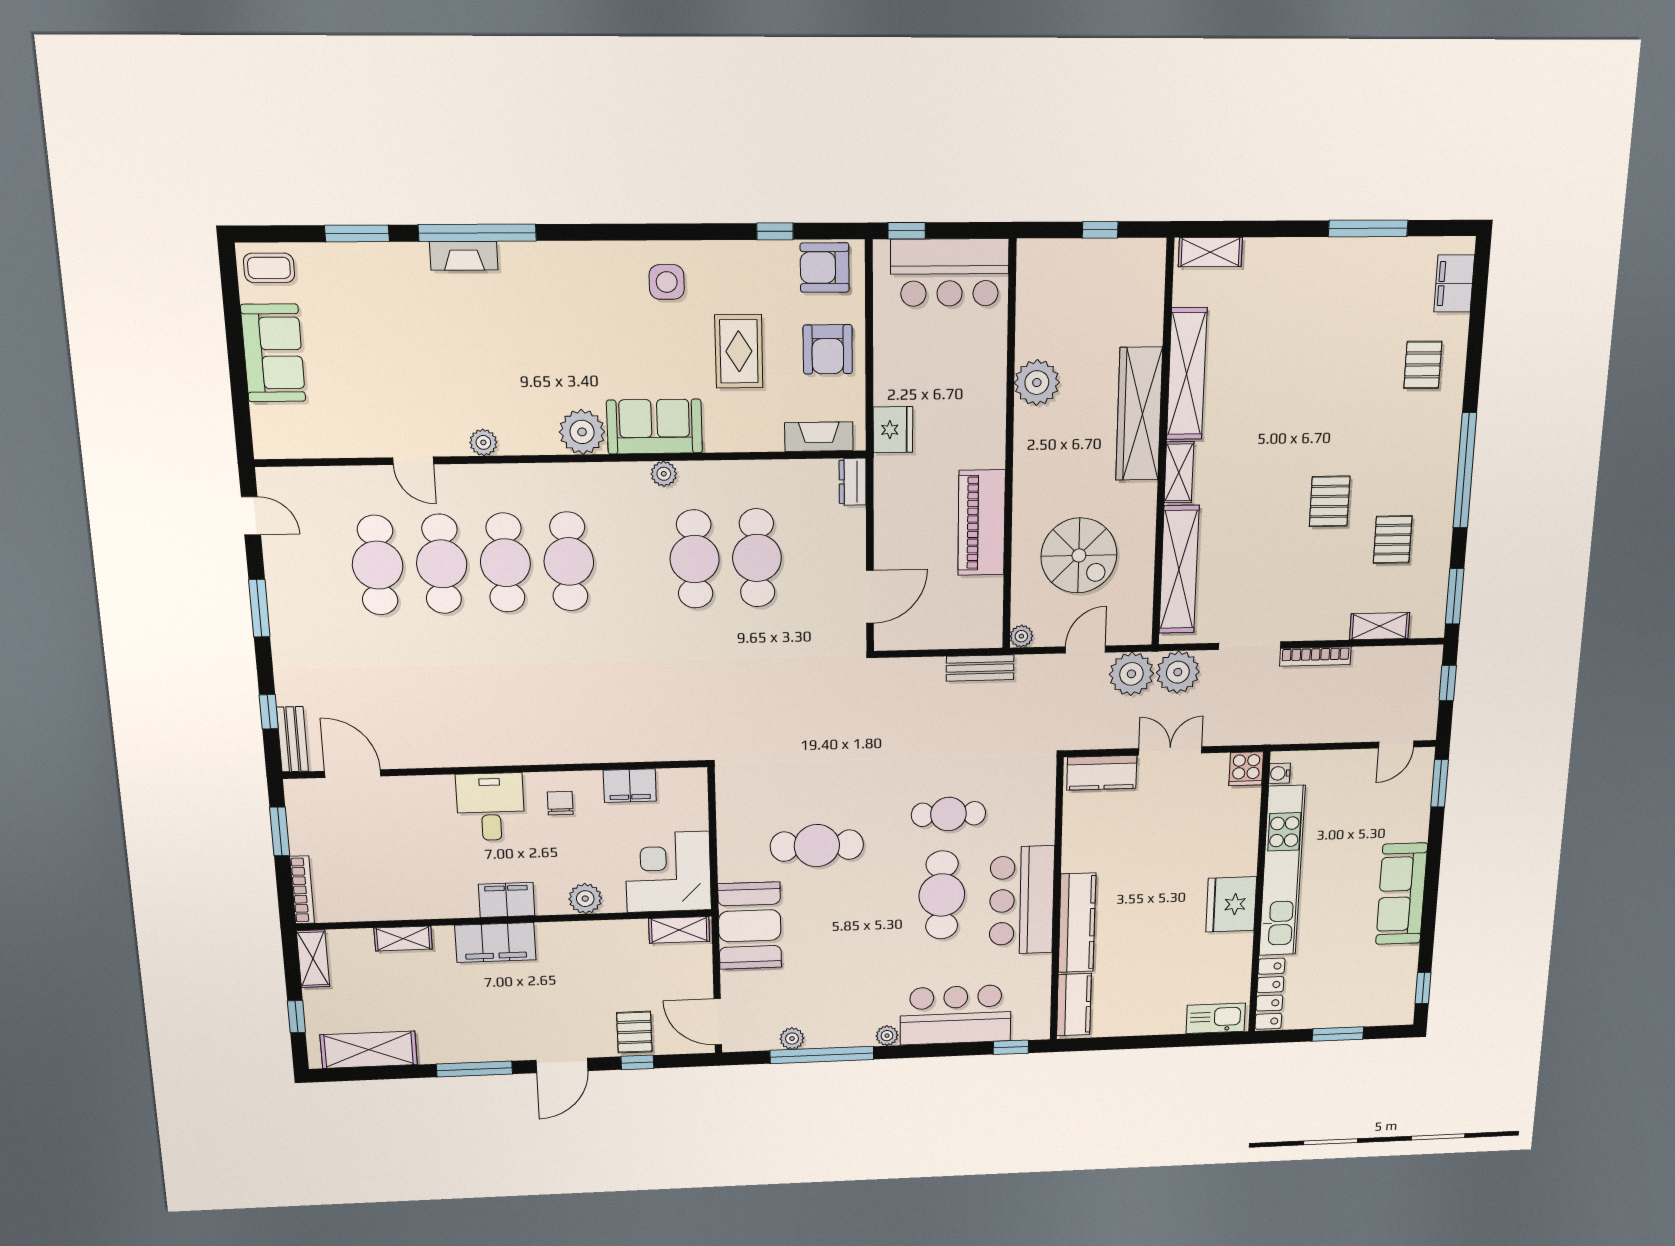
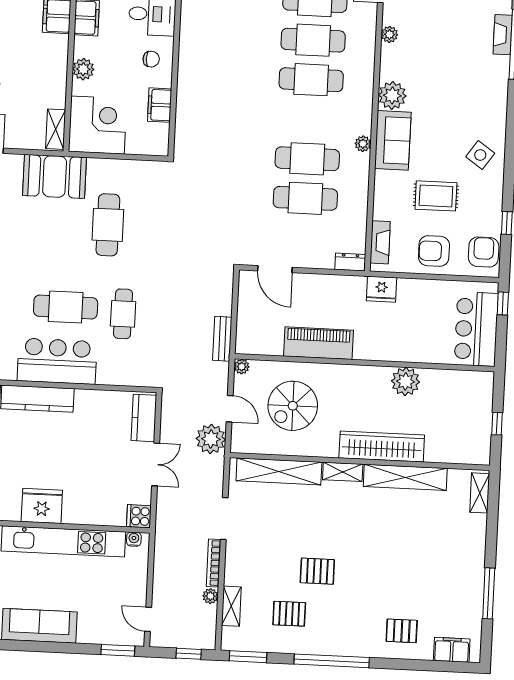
side table: (667, 282) -> (480, 155), turned 35
plant: (1178, 672) -> (210, 596), moved, width x0.53, depth x0.53

